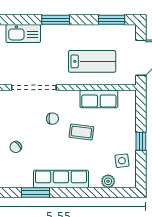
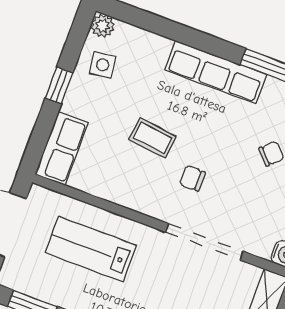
row of seats: (99, 99) -> (62, 149), moved, turned 90
plant: (108, 181) -> (103, 26), moved

